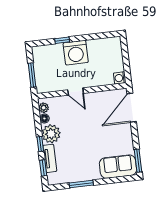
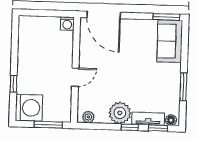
washing machine: (76, 53) -> (29, 108), moved
floor lamp: (44, 118) -> (171, 120), moved

